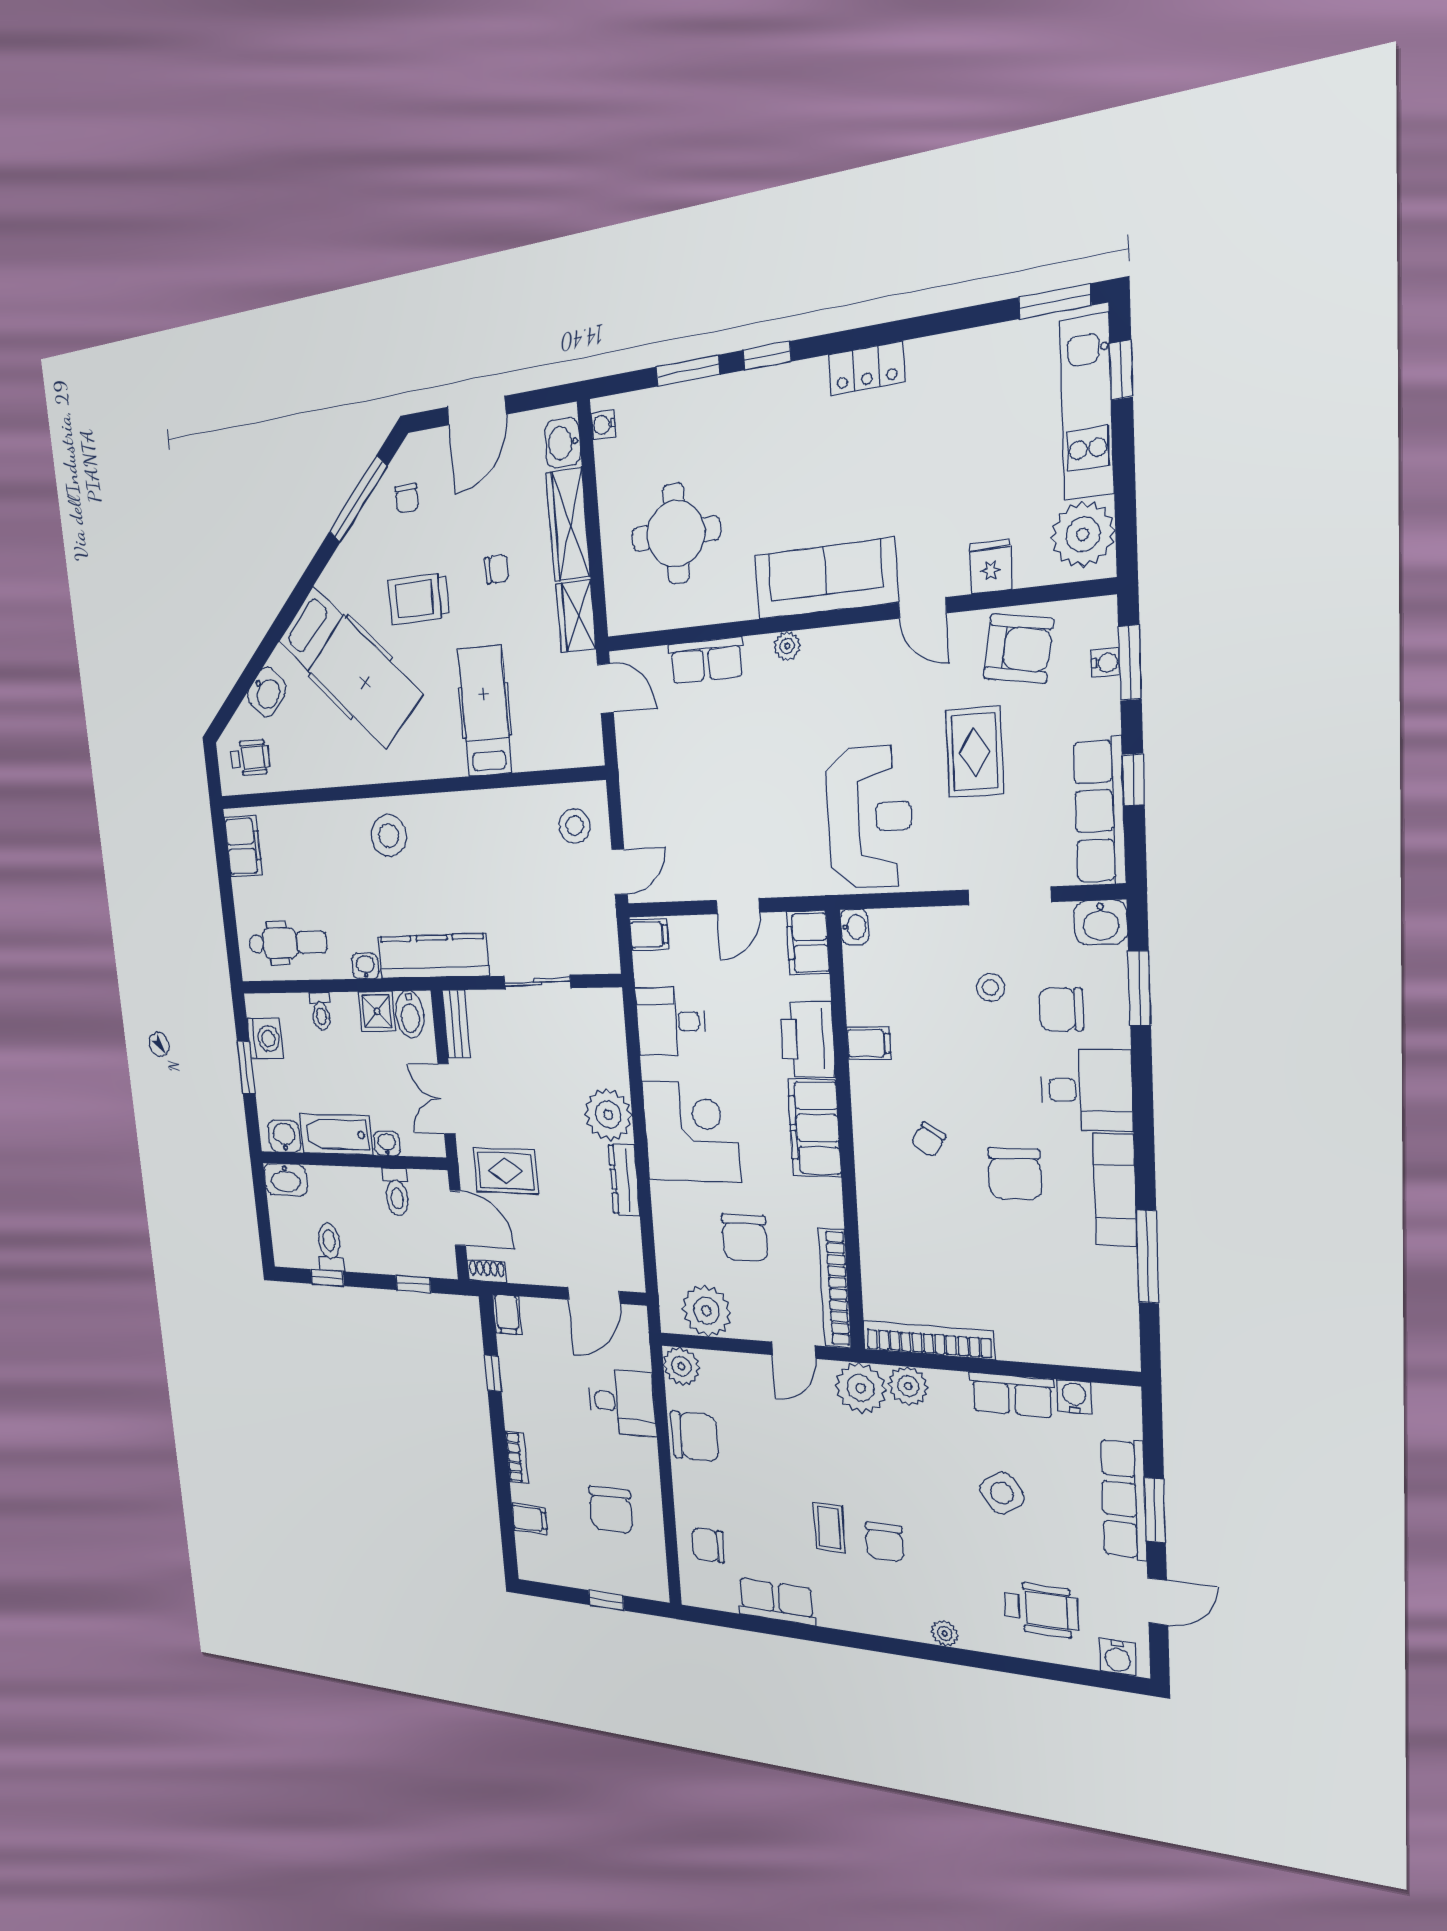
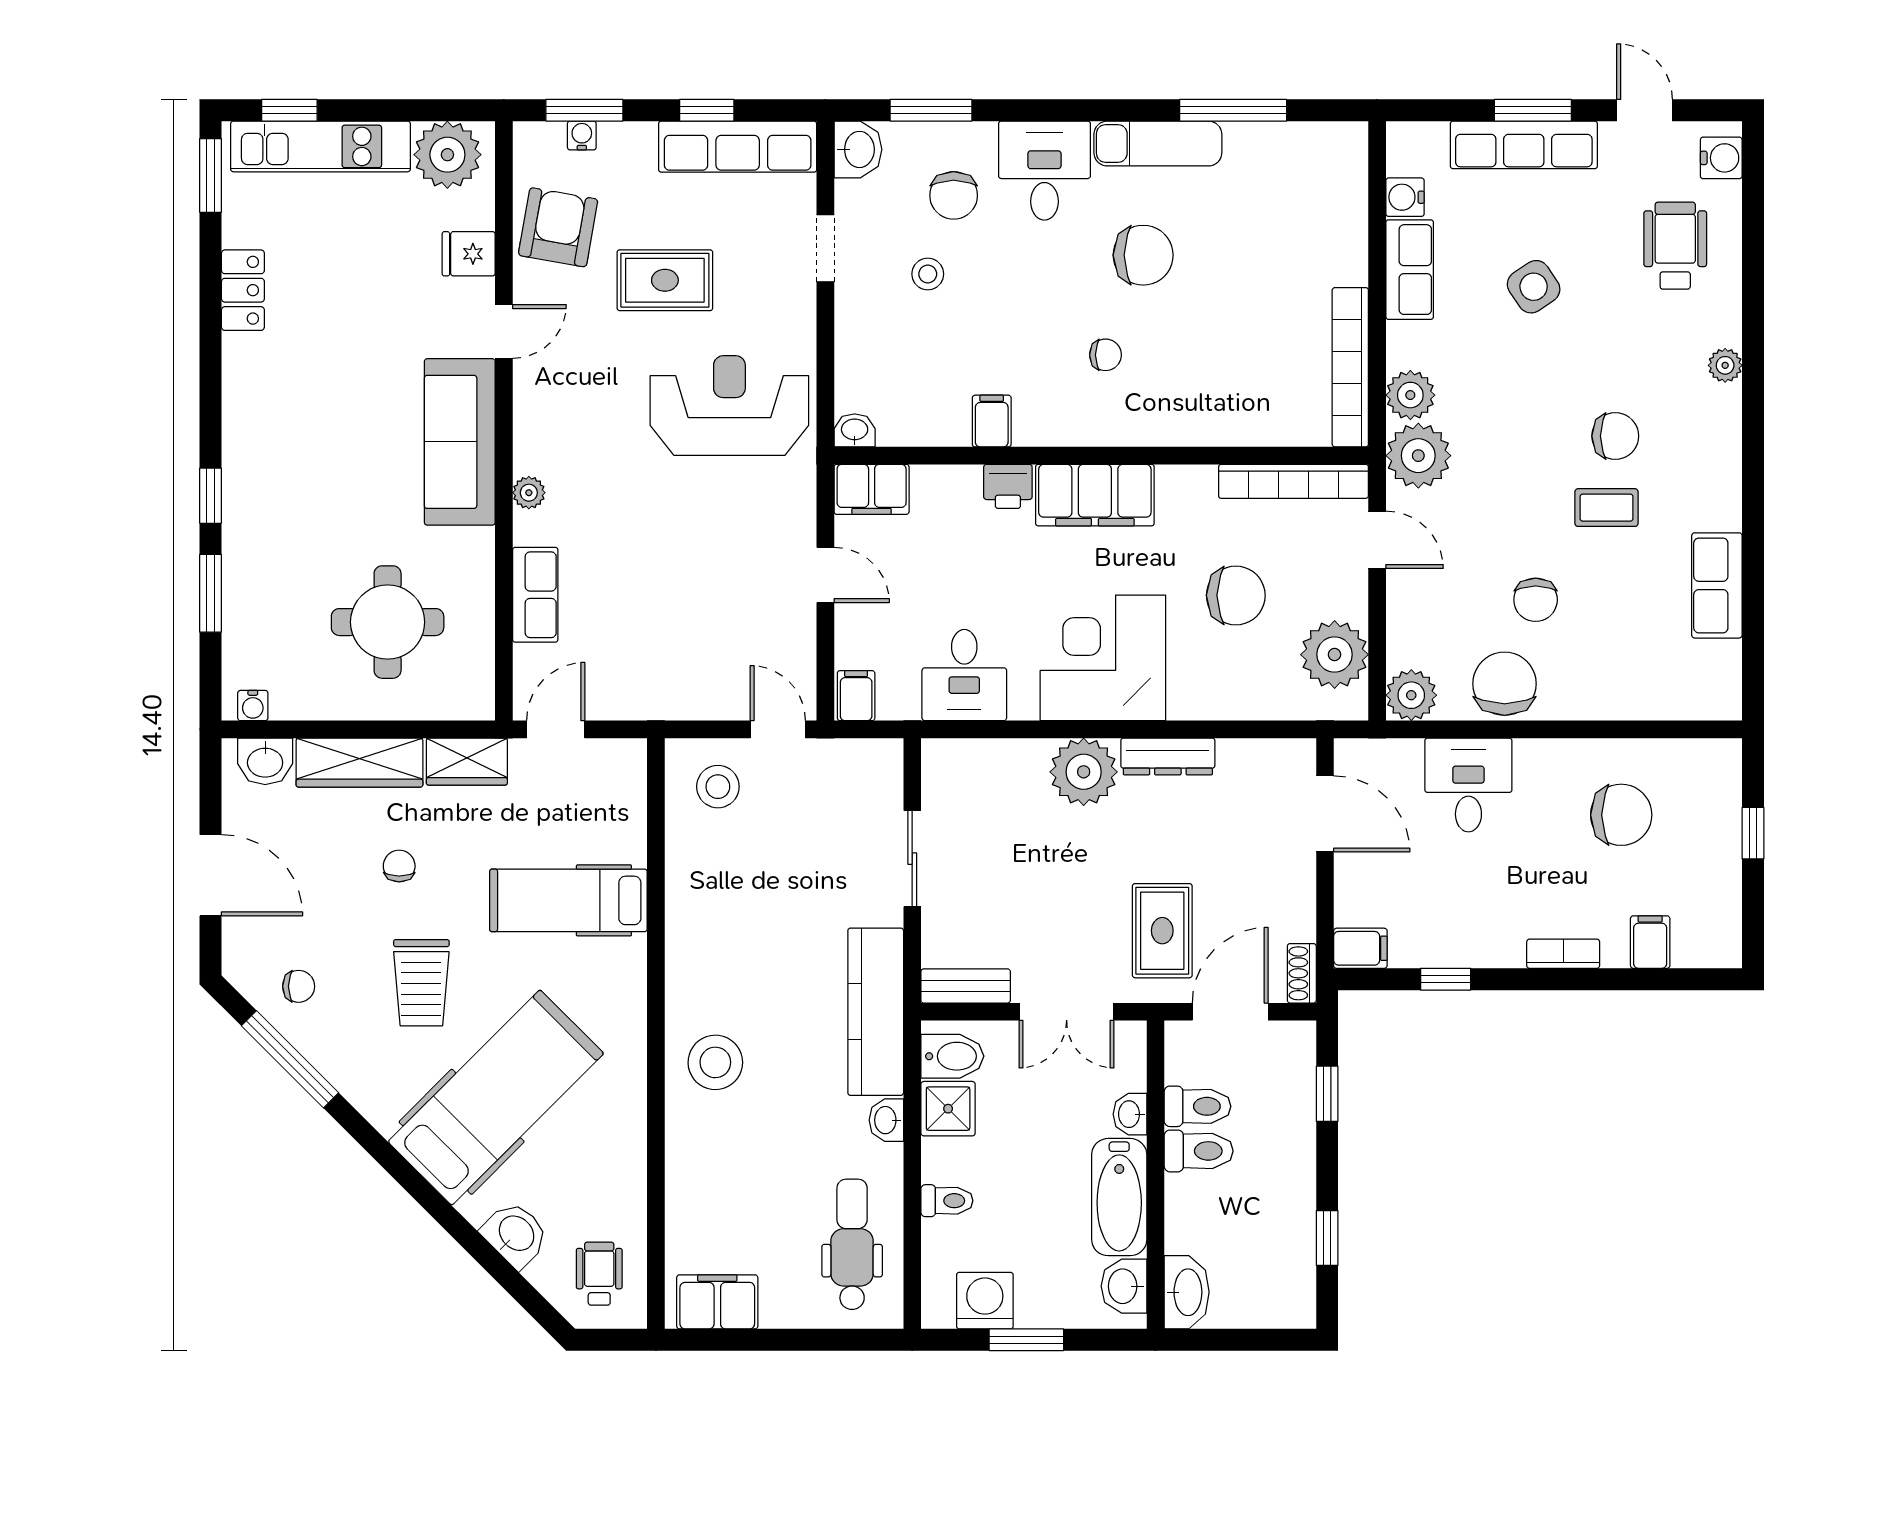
locker: (866, 368) -> (243, 290), moved
doorway: (1009, 896) -> (825, 248), width x0.73
printer: (808, 1039) -> (1008, 486), width x0.53, depth x0.68
chair: (928, 1139) -> (1106, 355), turned -33
toilet: (330, 1247) -> (1199, 1151), moved, turned 180
chair: (708, 1545) -> (1536, 600), moved

